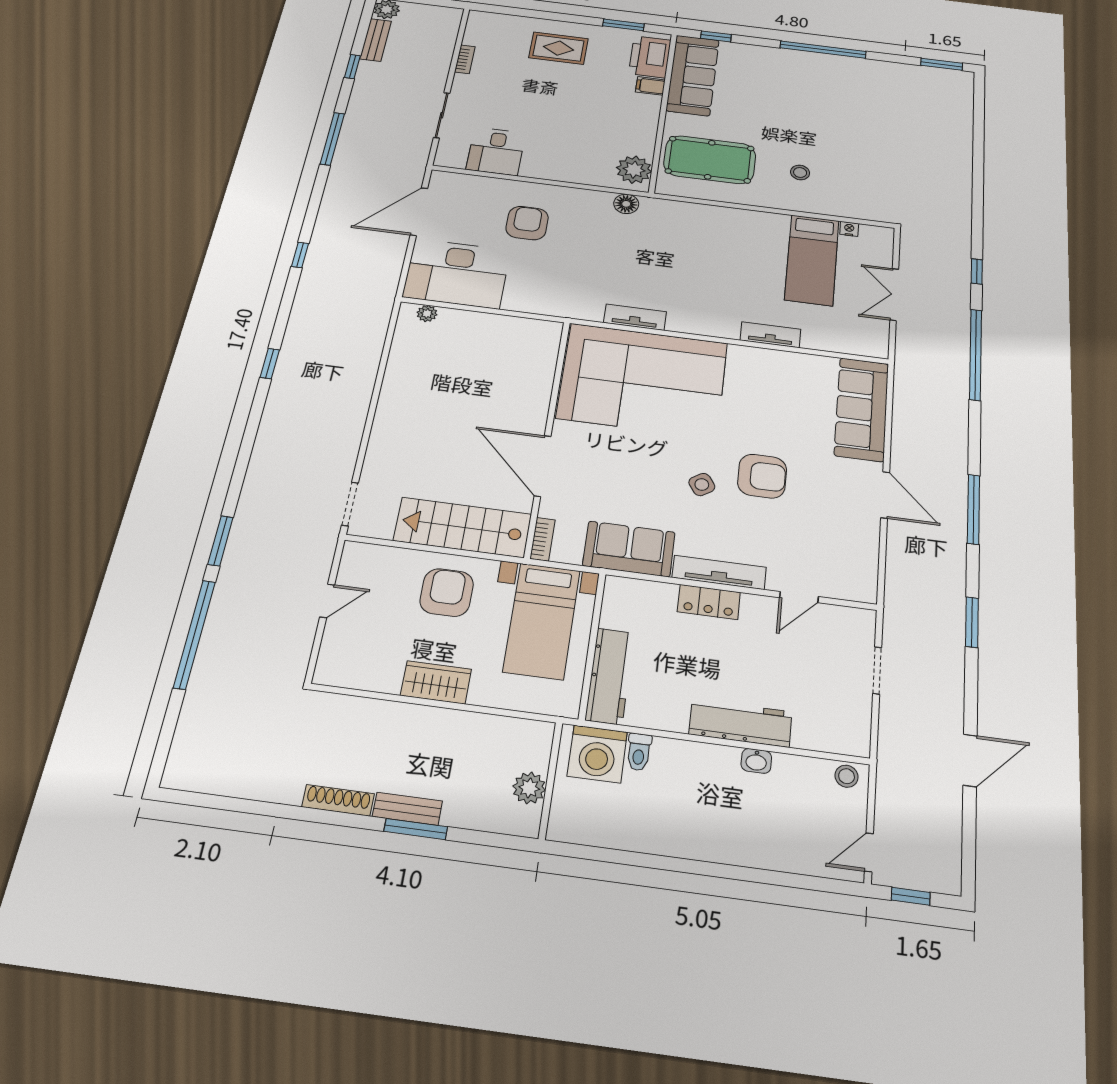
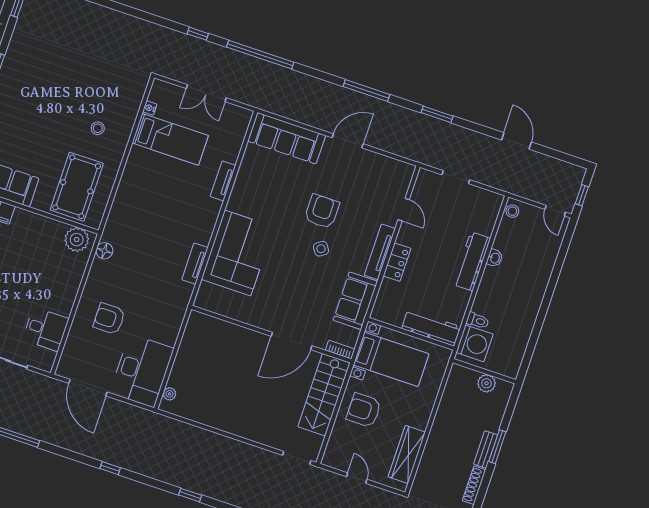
corner sofa: (643, 380) -> (238, 253), width x0.73, depth x0.74
wardrobe: (436, 682) -> (407, 454), moved, width x1.50

